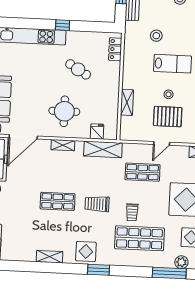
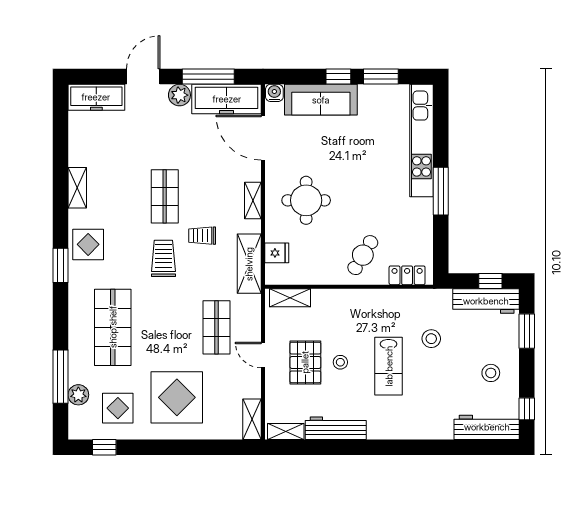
window: (63, 25) -> (441, 191), width x2.17
cafe table: (78, 69) -> (363, 255), moved
shelving: (127, 102) -> (290, 298), moved
trolley: (132, 212) -> (202, 236), moved

